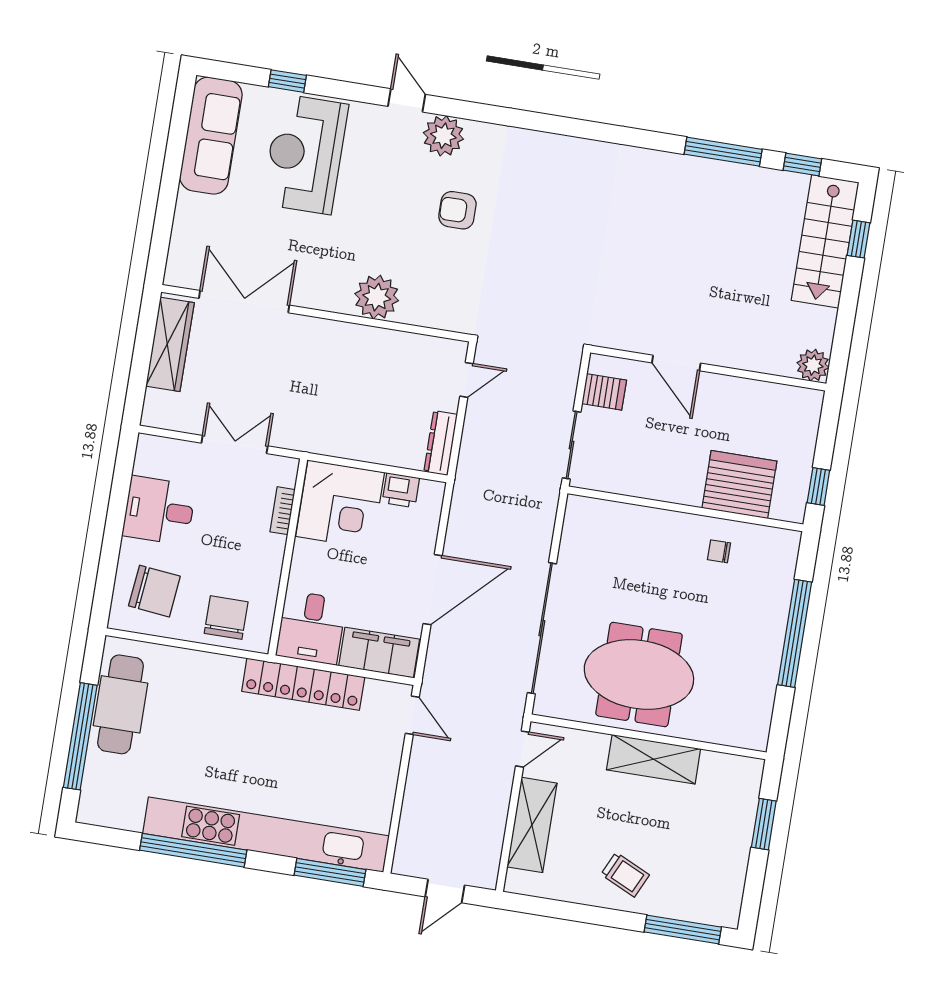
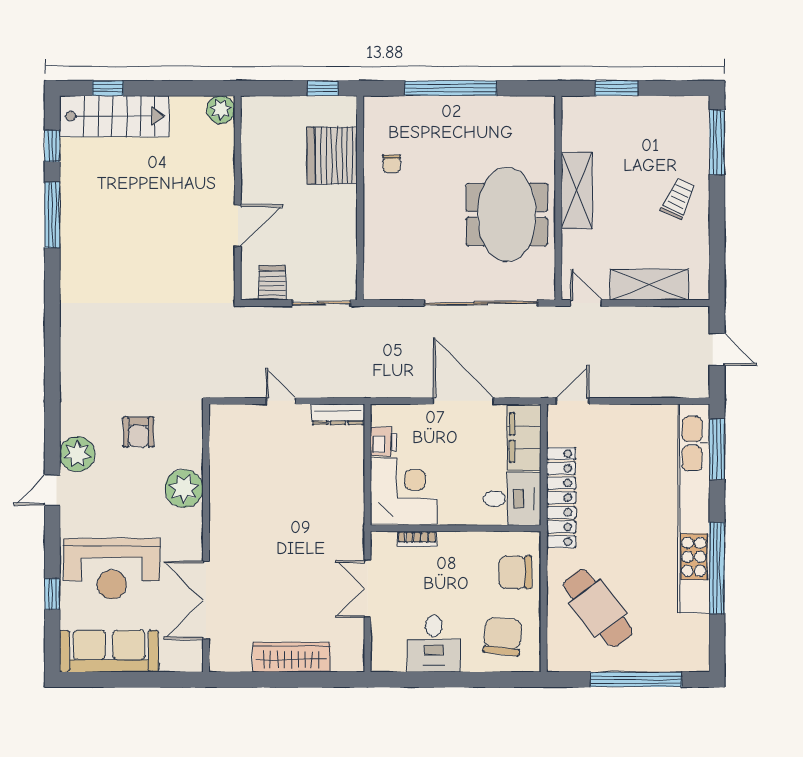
plant: (377, 297) -> (184, 489), moved
double door: (244, 302) -> (206, 600), moved
wall: (316, 313) -> (206, 538), moved
cafe table: (121, 704) -> (598, 608), moved, turned 52

